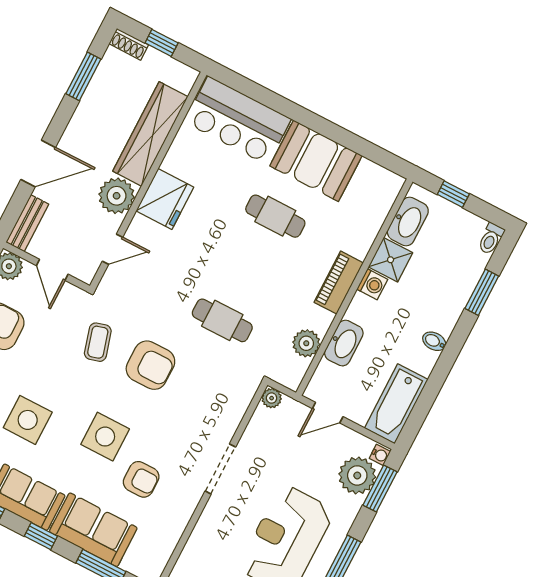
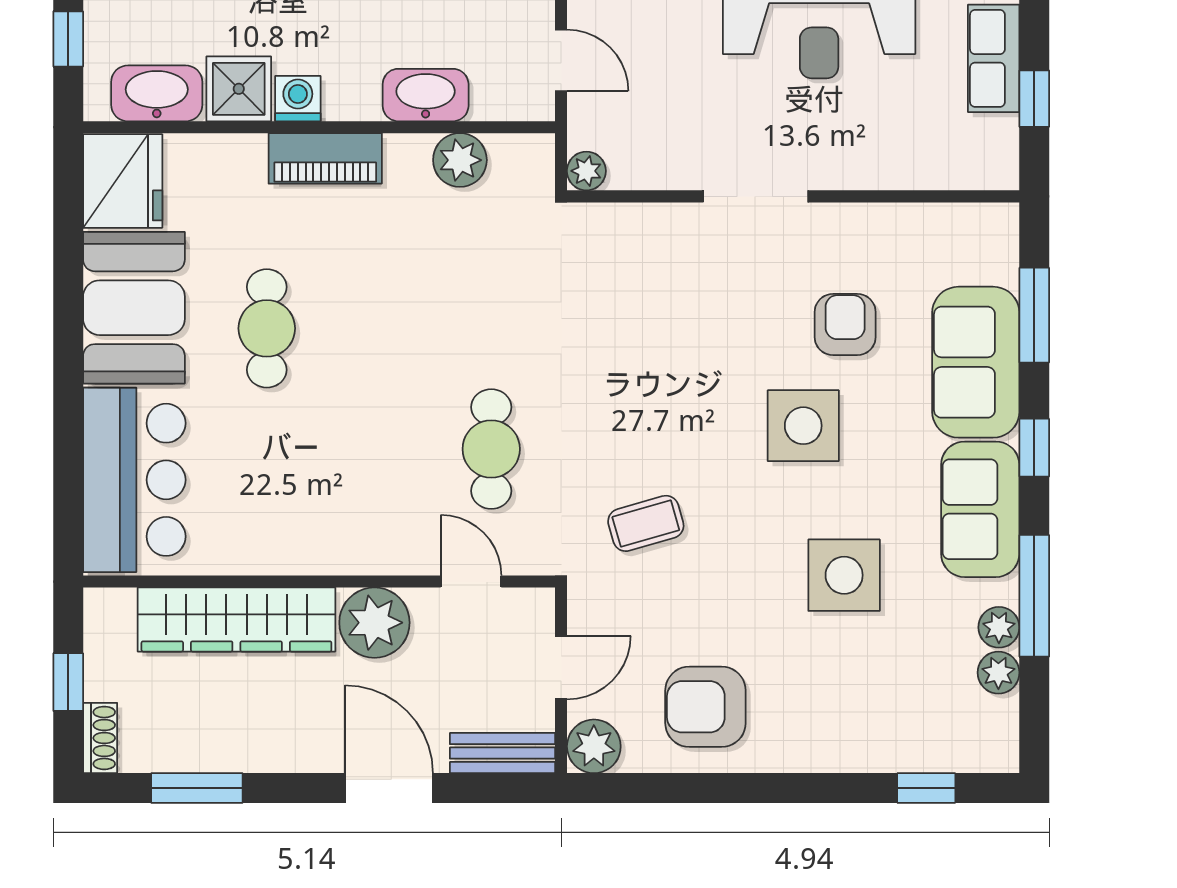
fridge: (165, 199) -> (123, 181), moved, turned 90
cafe table: (222, 320) -> (491, 449), moved
armchair: (150, 365) -> (638, 411), removed

